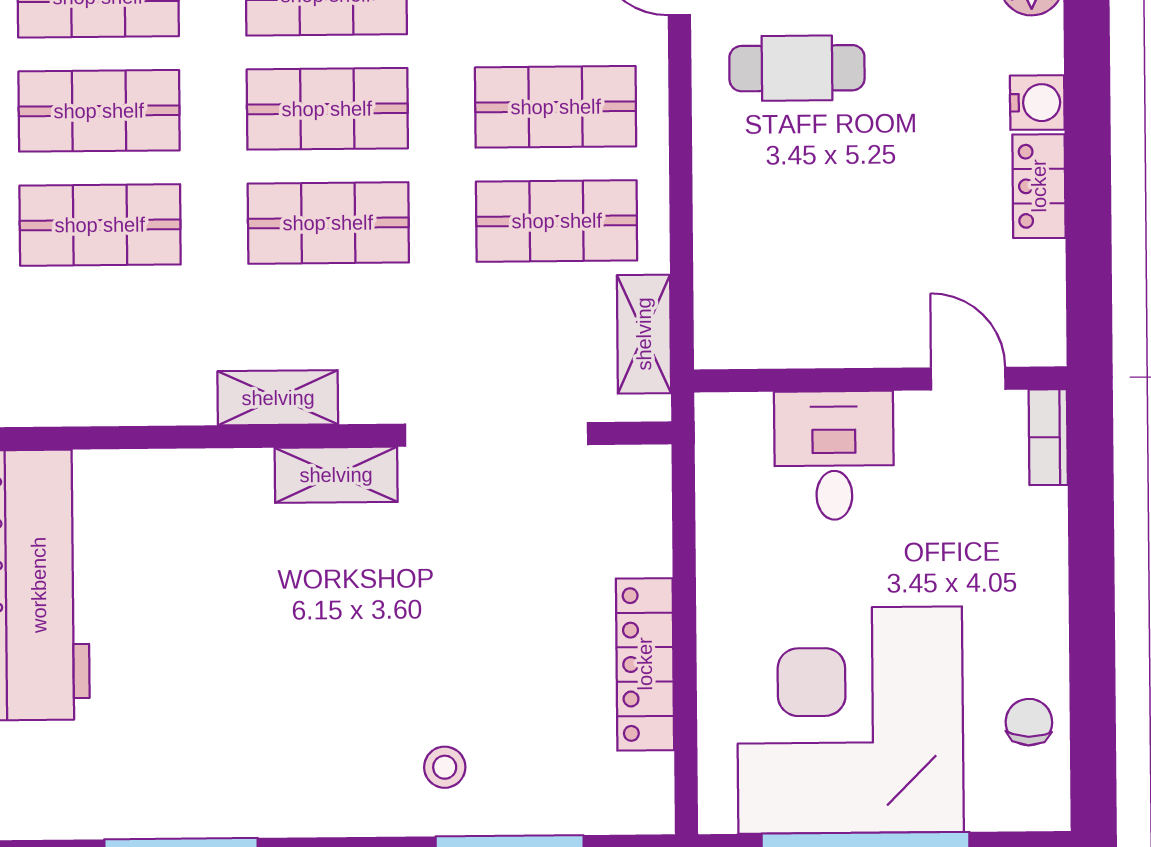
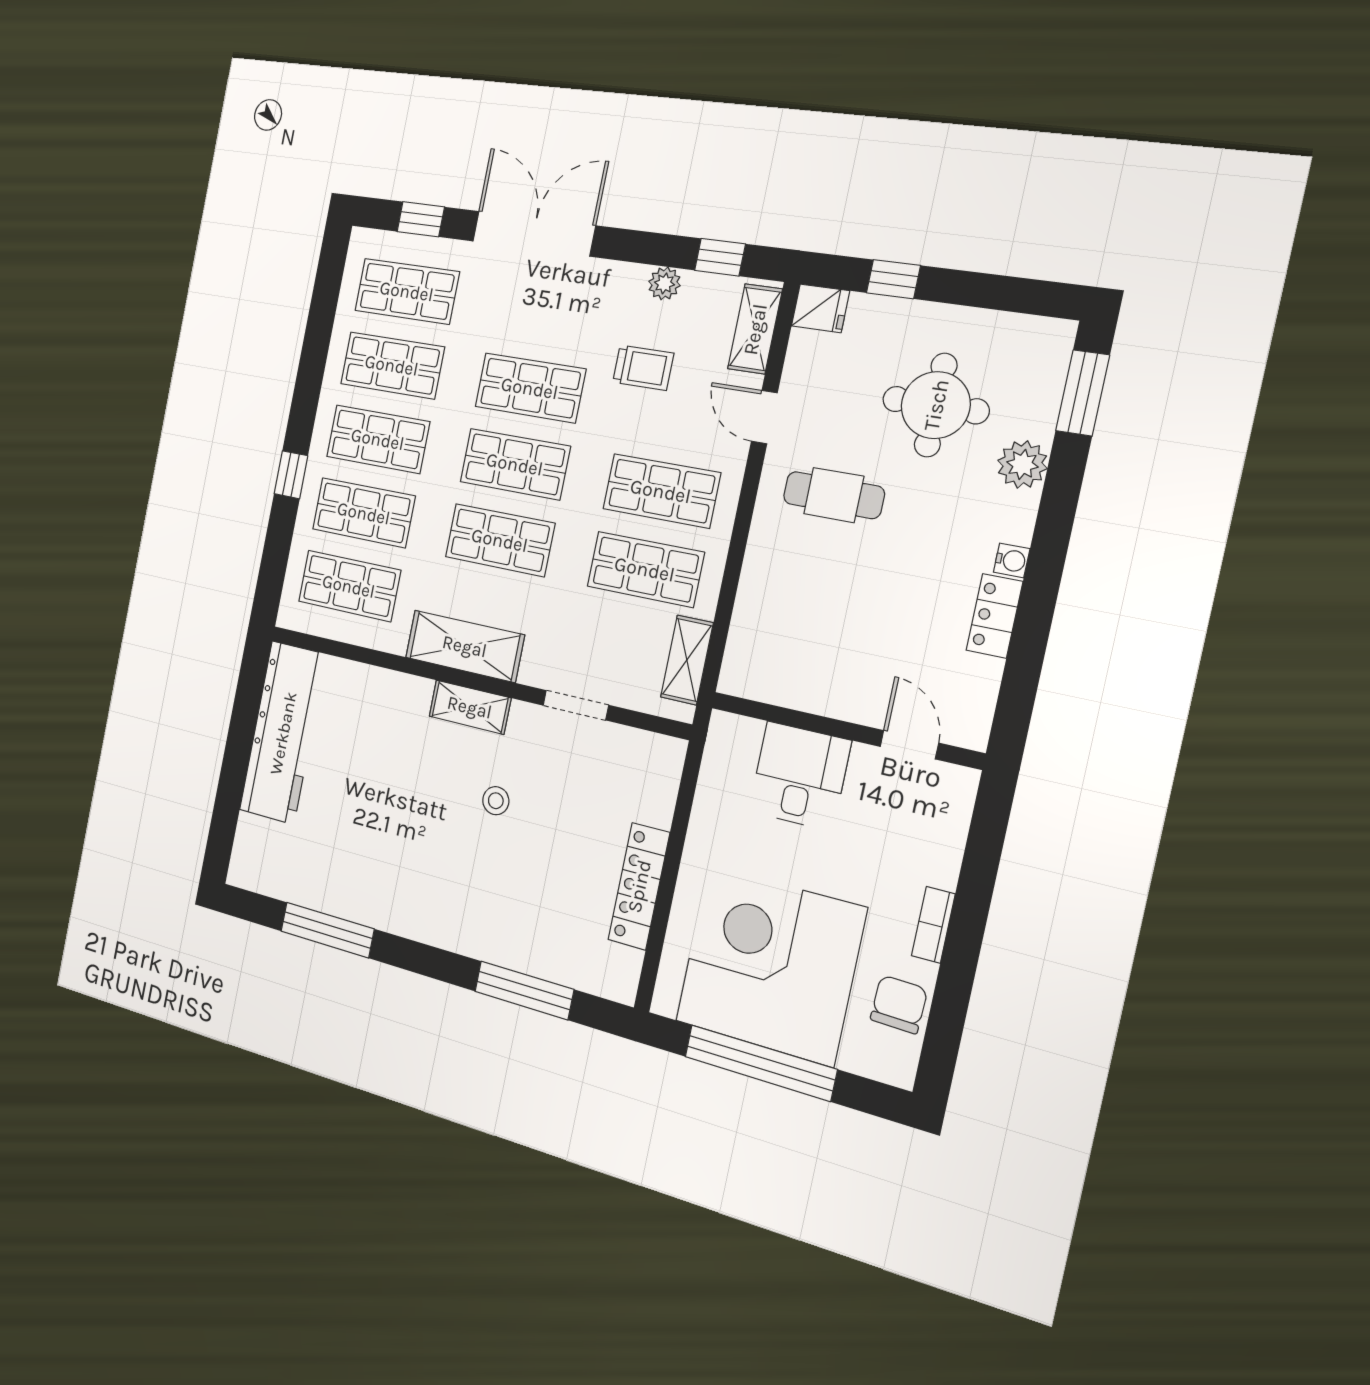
water cooler: (1037, 103) -> (1012, 560), width x0.72, depth x0.72
shop shelf: (101, 339) -> (349, 586), added
shelving: (278, 398) -> (465, 646), width x1.50, depth x1.33
doorway: (497, 434) -> (576, 705), width x0.53
bookcase: (1048, 437) -> (933, 925), moved
chair: (1029, 722) -> (899, 1004), width x1.37, depth x1.37
stool: (445, 767) -> (496, 801), moved

